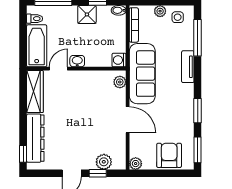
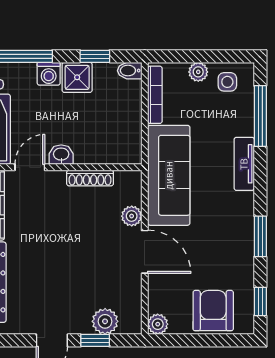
washing machine: (119, 60) -> (49, 74), moved, turned -90
shoe rack: (95, 75) -> (90, 178), added
plant: (120, 82) -> (132, 216), moved
window: (198, 150) -> (260, 301), width x0.67

